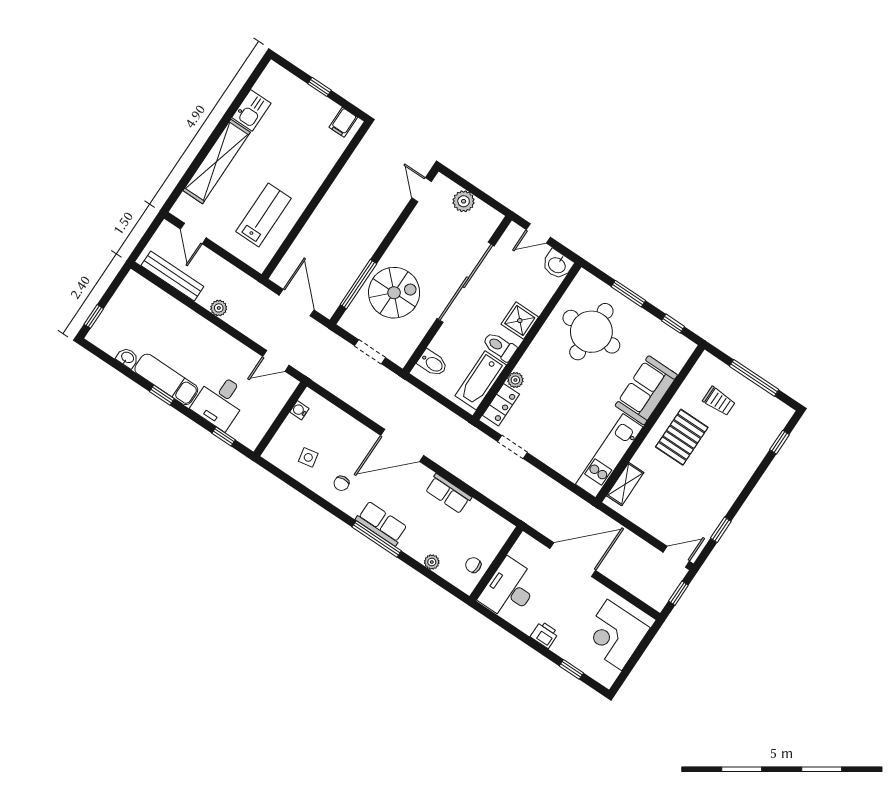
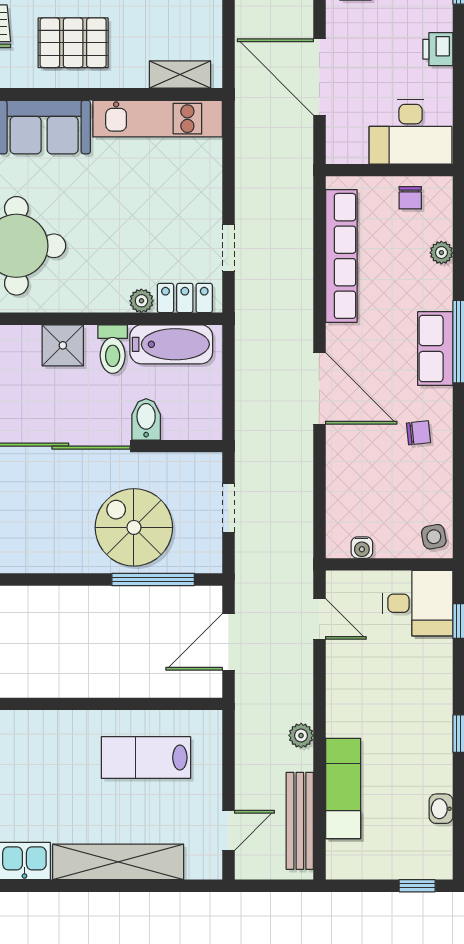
bidet: (433, 363) -> (146, 419), moved
exam couch: (166, 379) -> (343, 788), moved, turned 180
desk: (220, 401) -> (418, 603), moved
side table: (308, 457) -> (434, 537), moved
row of seats: (448, 494) -> (341, 256), width x2.02

